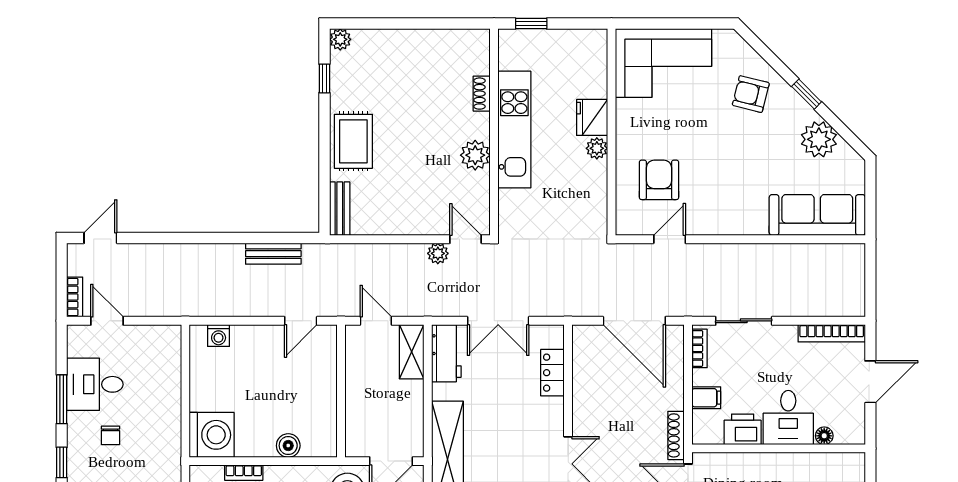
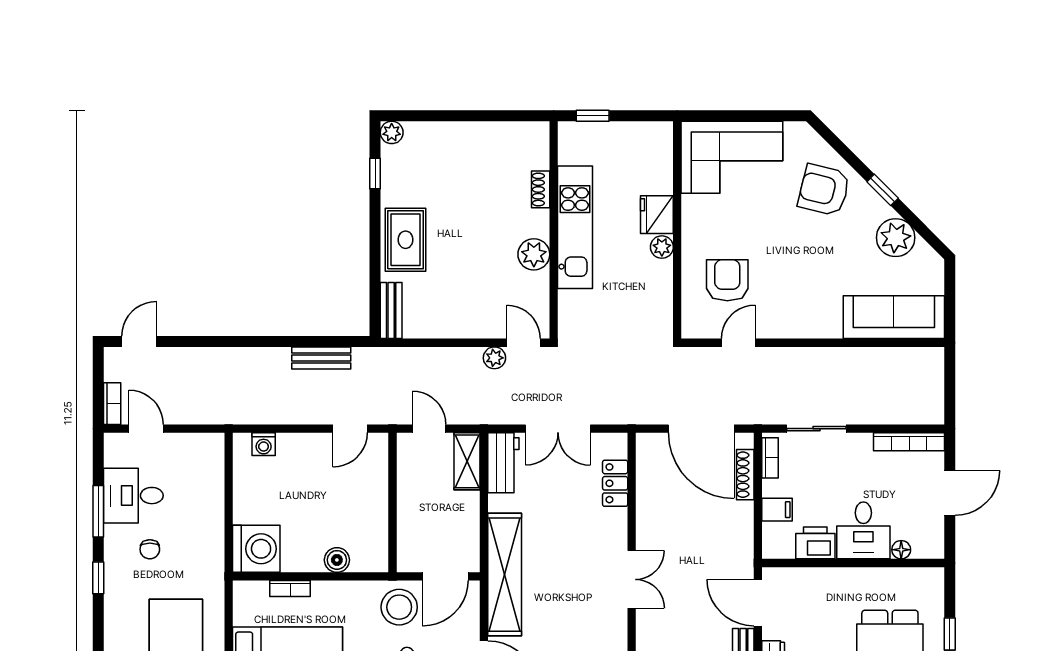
armchair: (751, 94) -> (824, 190), width x1.38, depth x1.38
shoe rack: (676, 435) -> (745, 475), moved

